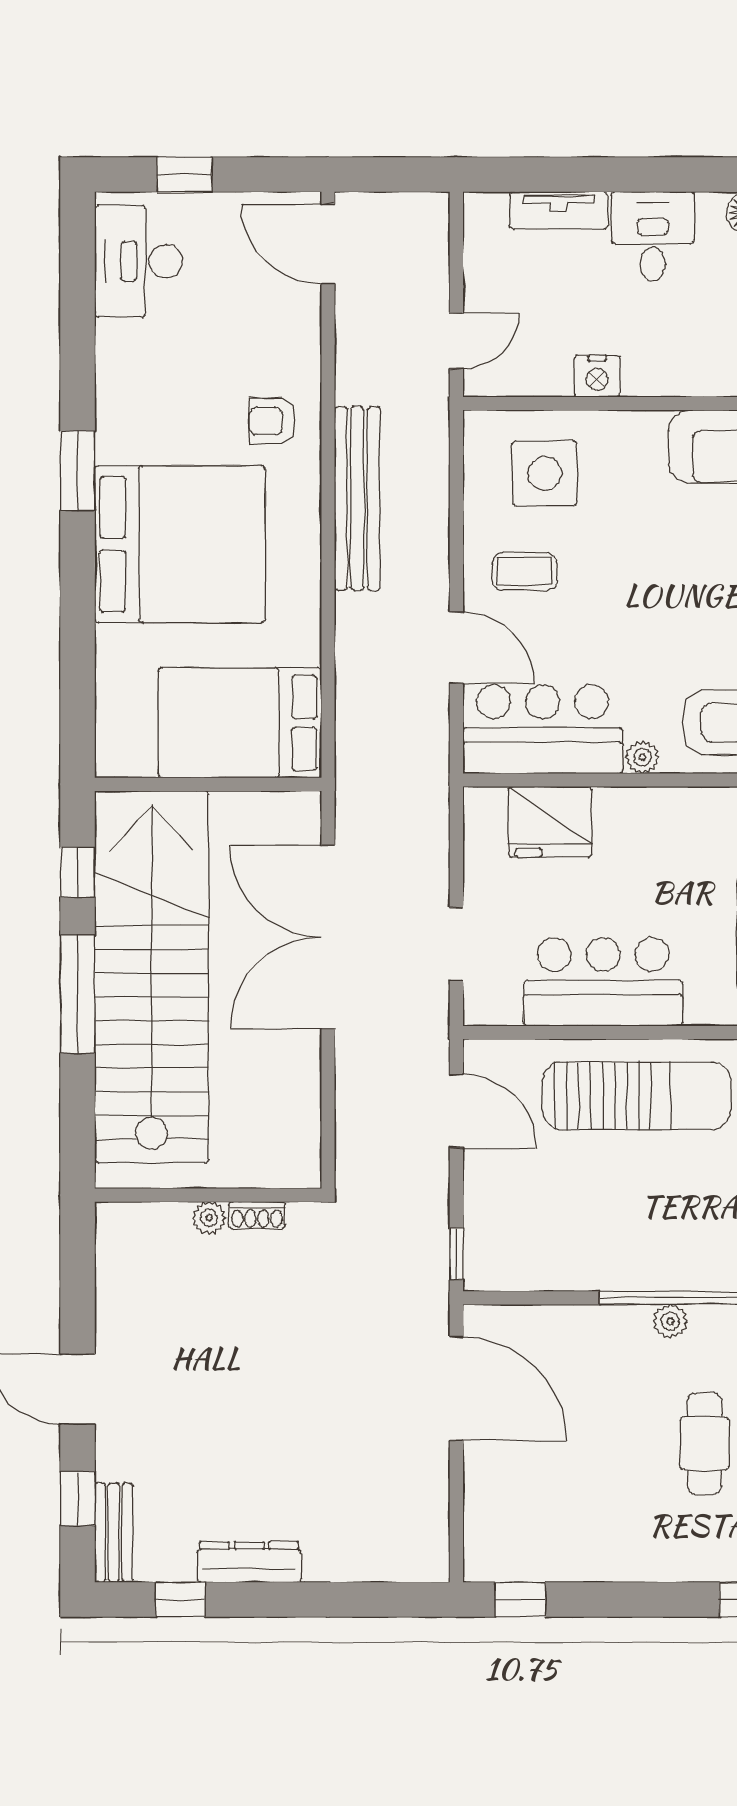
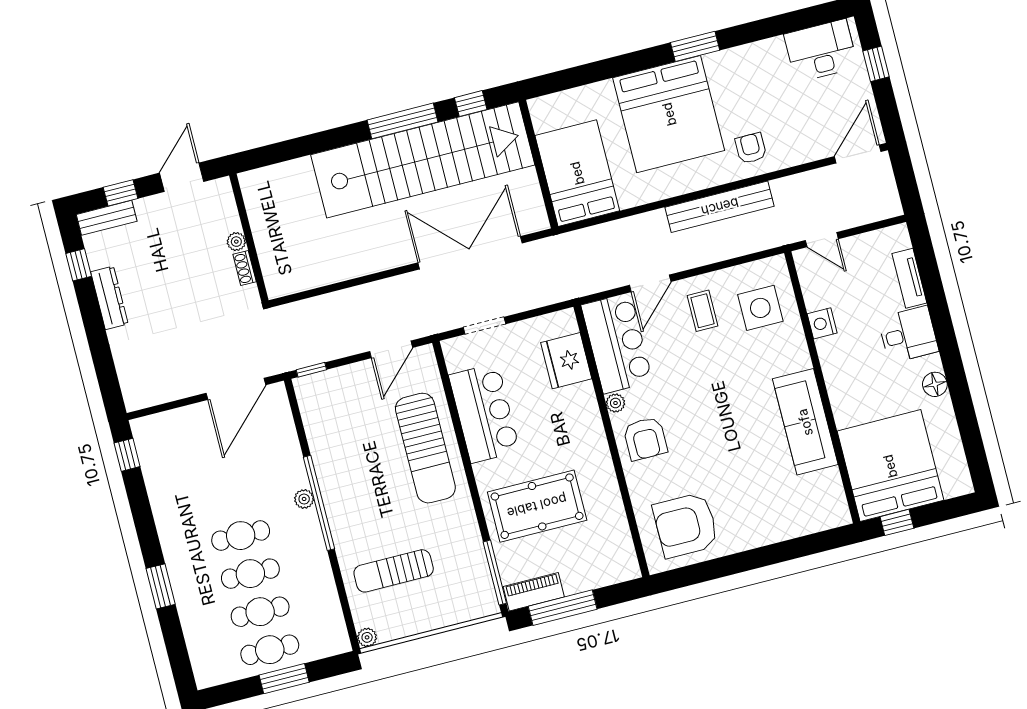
wall: (208, 1195) -> (249, 238), moved
shoe rack: (257, 1215) -> (245, 268), moved
plant: (209, 1218) -> (236, 242), moved

